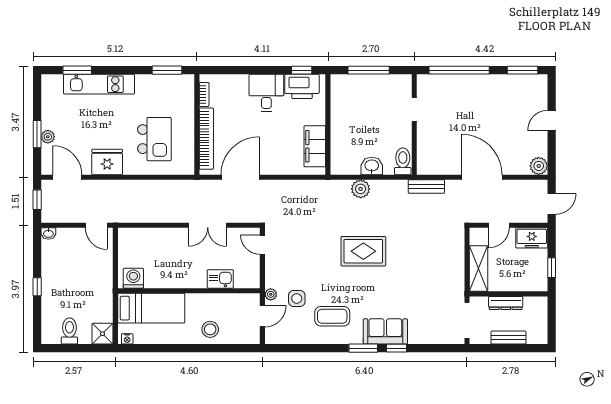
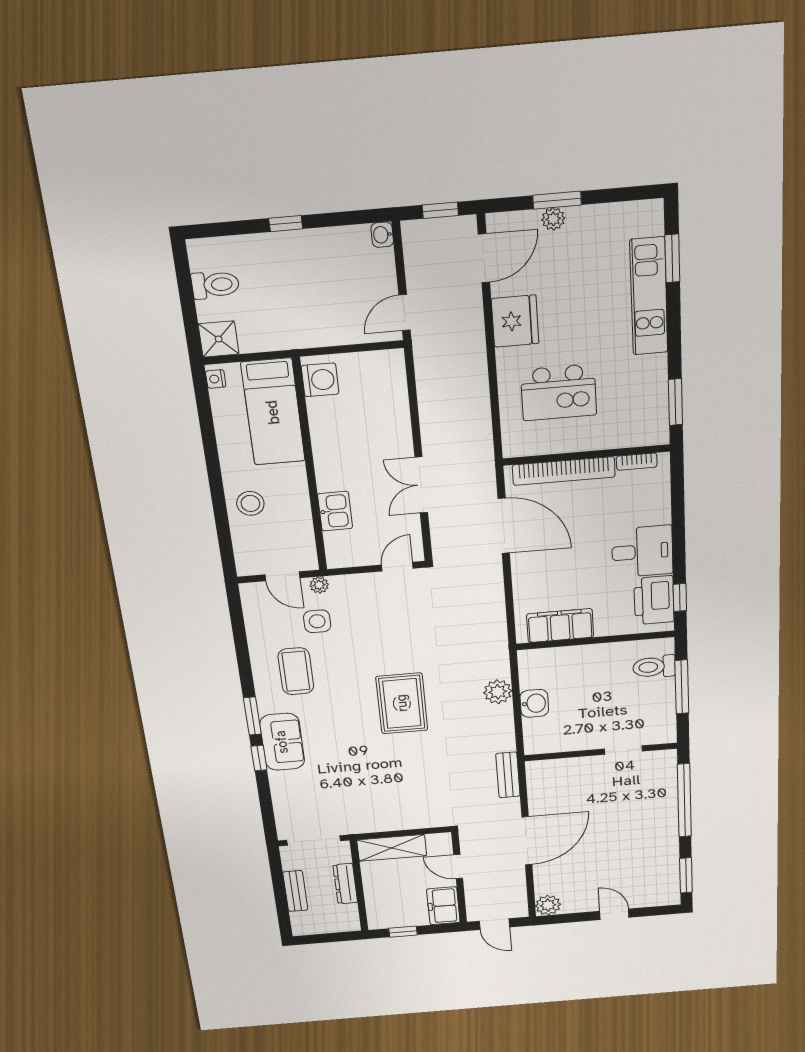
toilet: (403, 161) -> (654, 667), moved, turned 180

